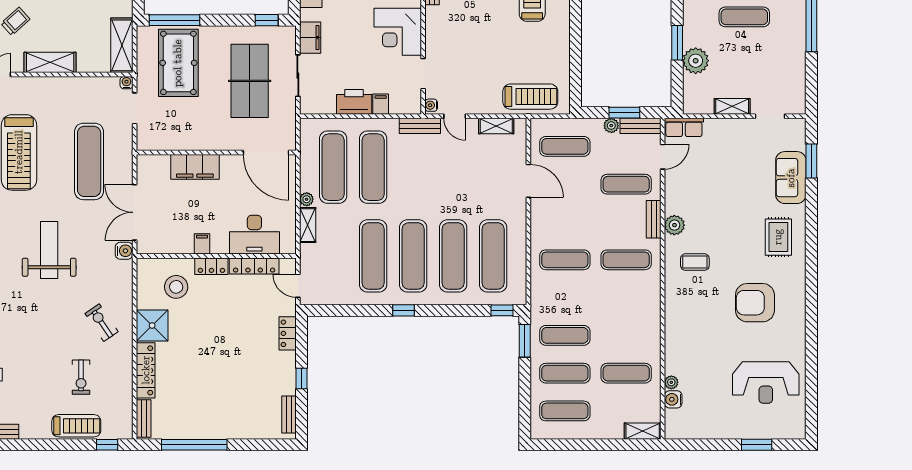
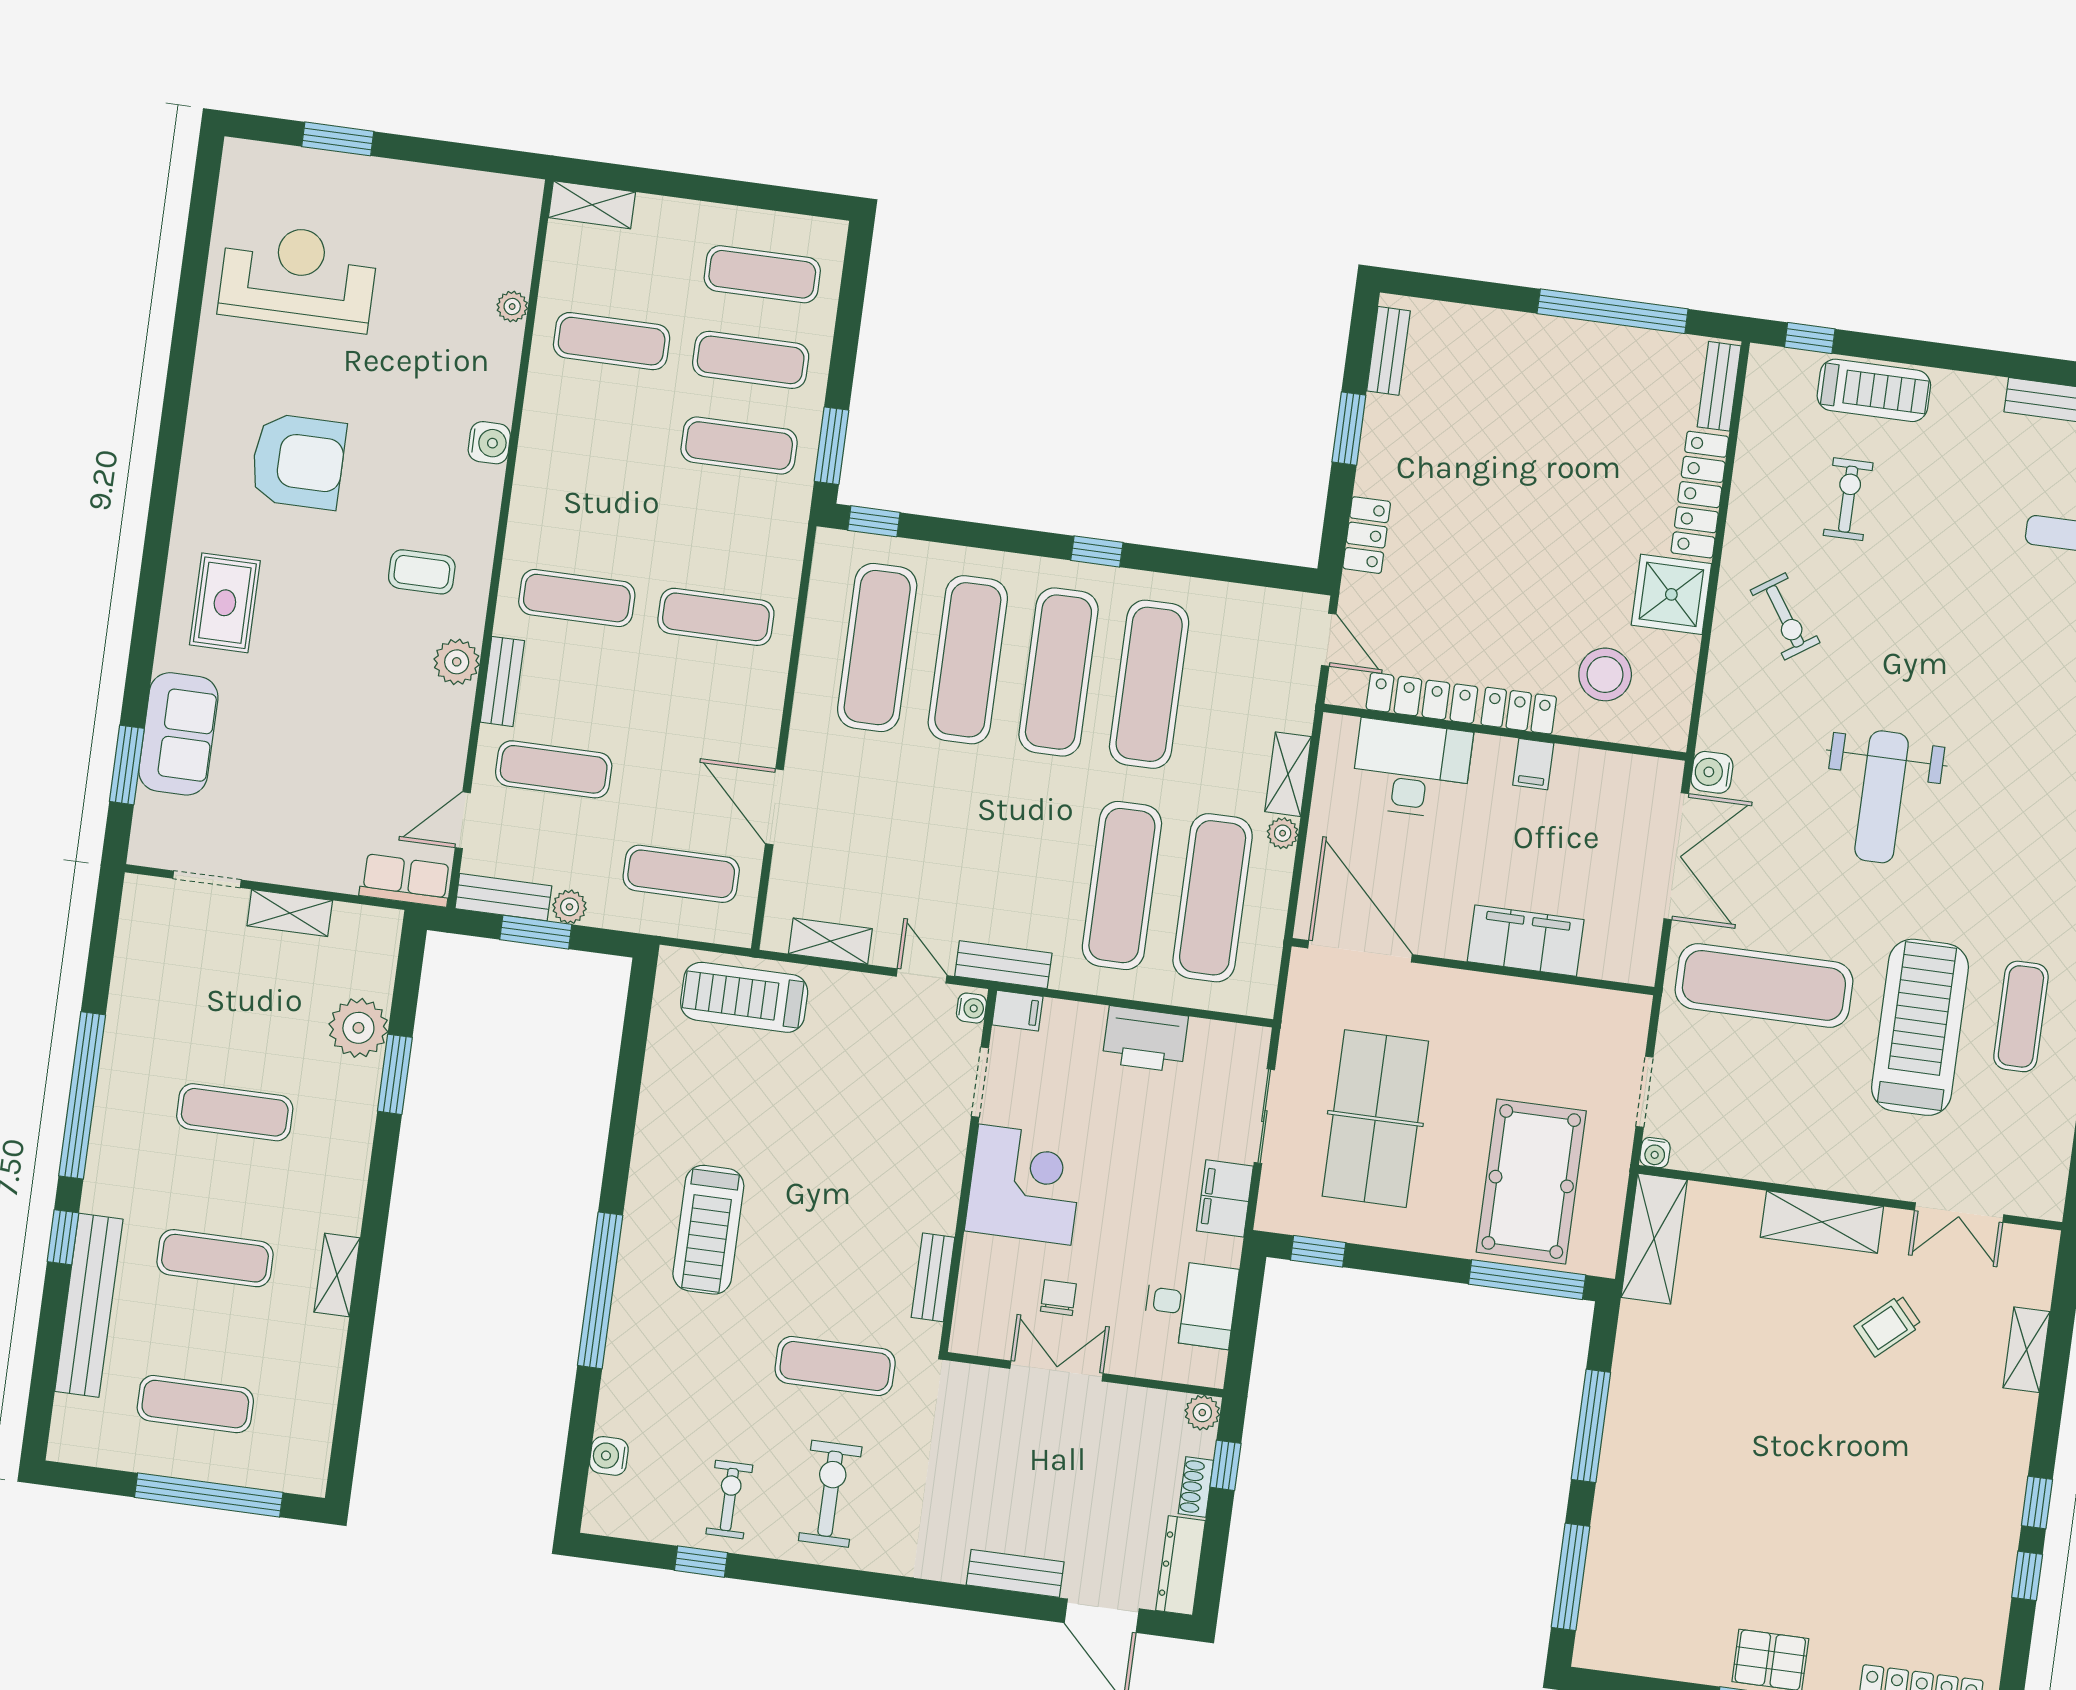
filing cabinet: (381, 104) -> (1017, 1011), moved, turned -90
exercise mat: (89, 161) -> (1764, 985), turned 90
window: (302, 378) -> (1349, 429), width x1.50
water cooler: (673, 399) -> (489, 443), moved
treadmill: (76, 426) -> (1874, 390), turned 180

